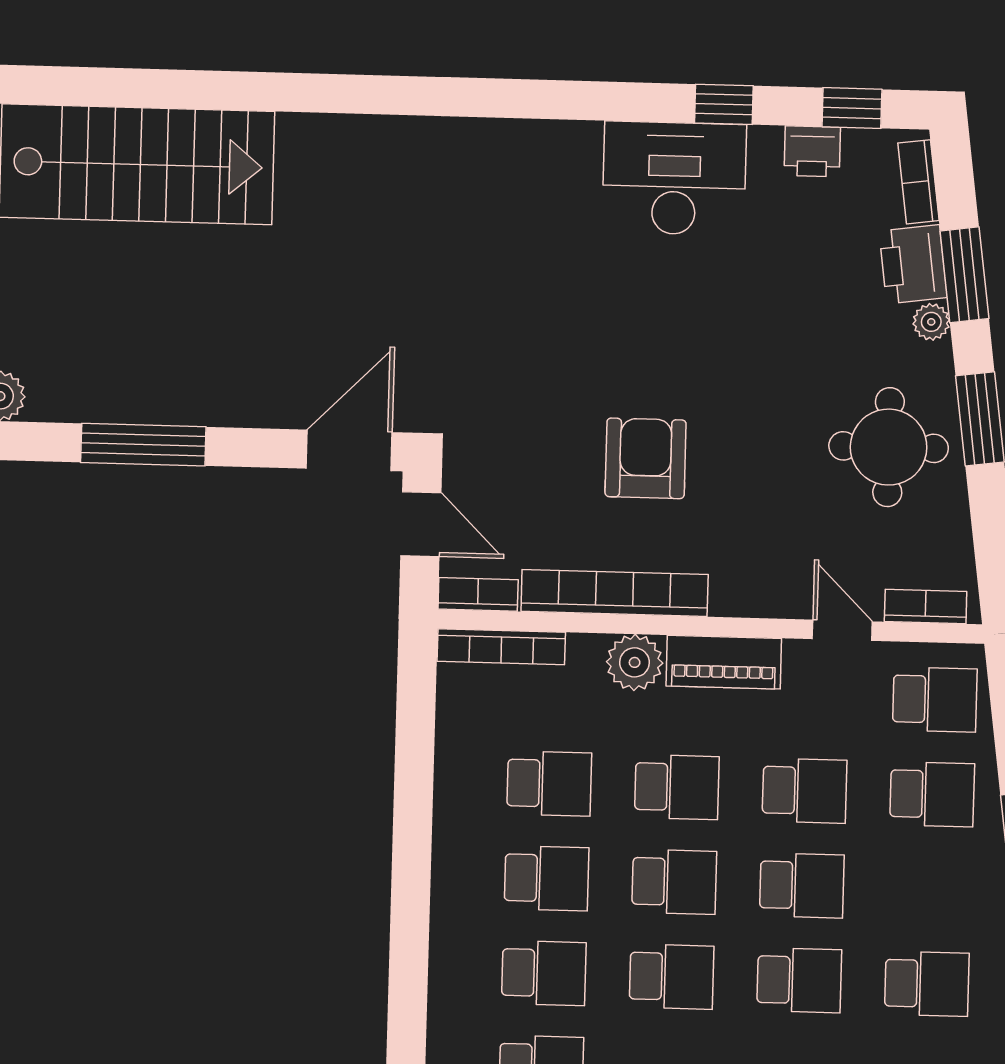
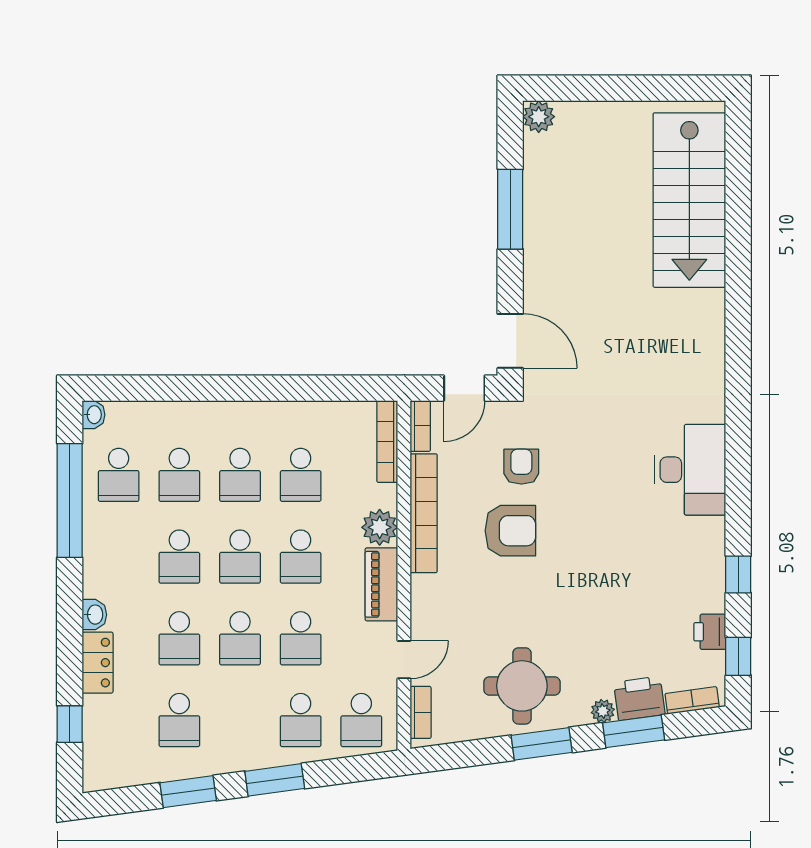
desk: (674, 178) -> (690, 470), moved
armchair: (546, 438) -> (521, 467), added

